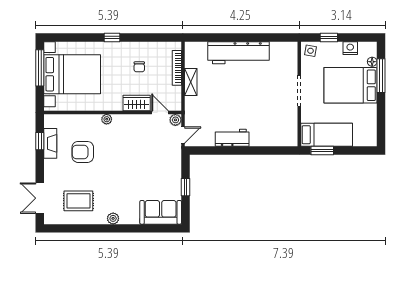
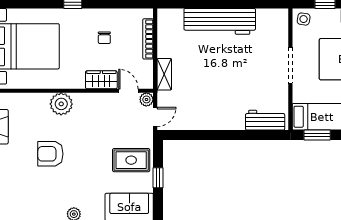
shelving: (191, 82) -> (164, 74), moved
plant: (107, 119) -> (61, 104), width x1.88, depth x1.88
workbench: (232, 138) -> (265, 120), moved
armchair: (83, 152) -> (50, 154), moved
rug: (78, 201) -> (131, 160), moved

